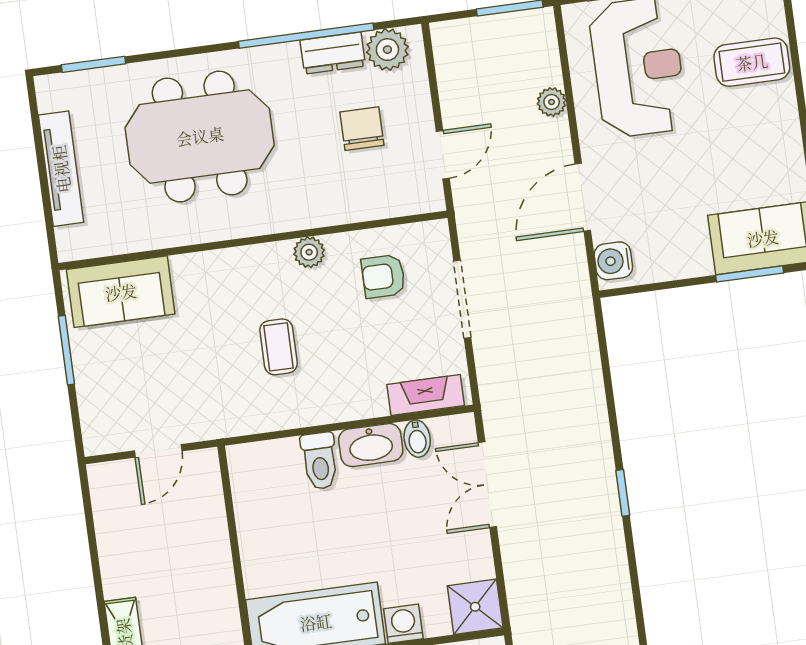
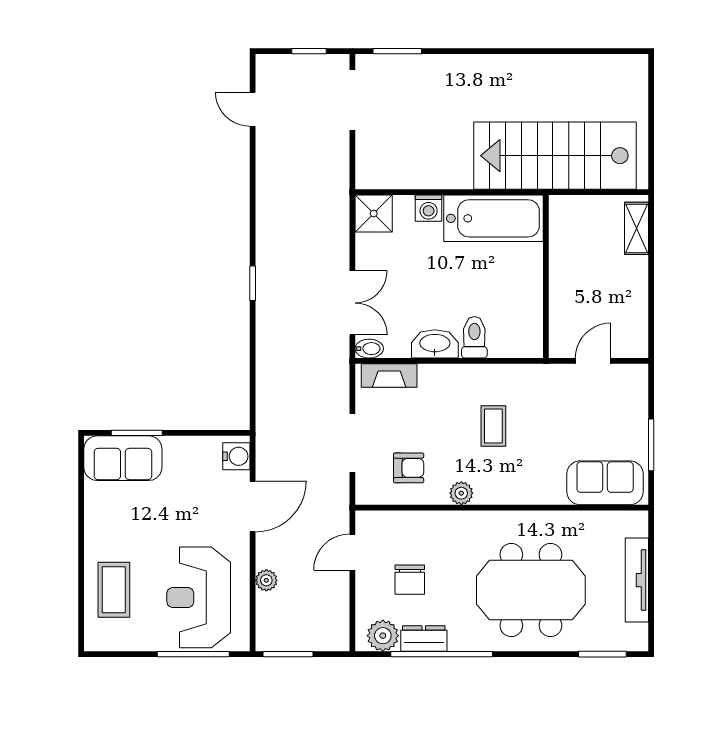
coffee table: (752, 62) -> (114, 590), turned 90
bidet: (417, 439) -> (369, 349), moved, turned 90

